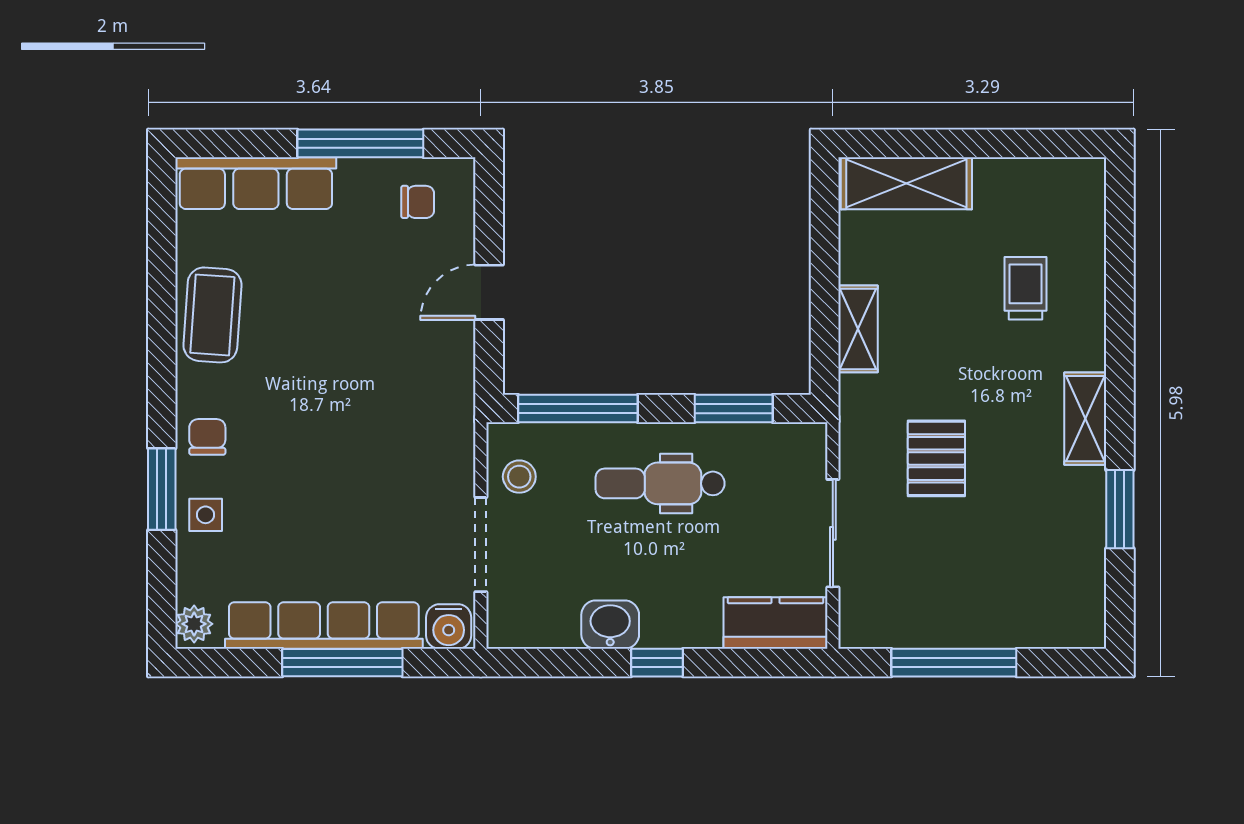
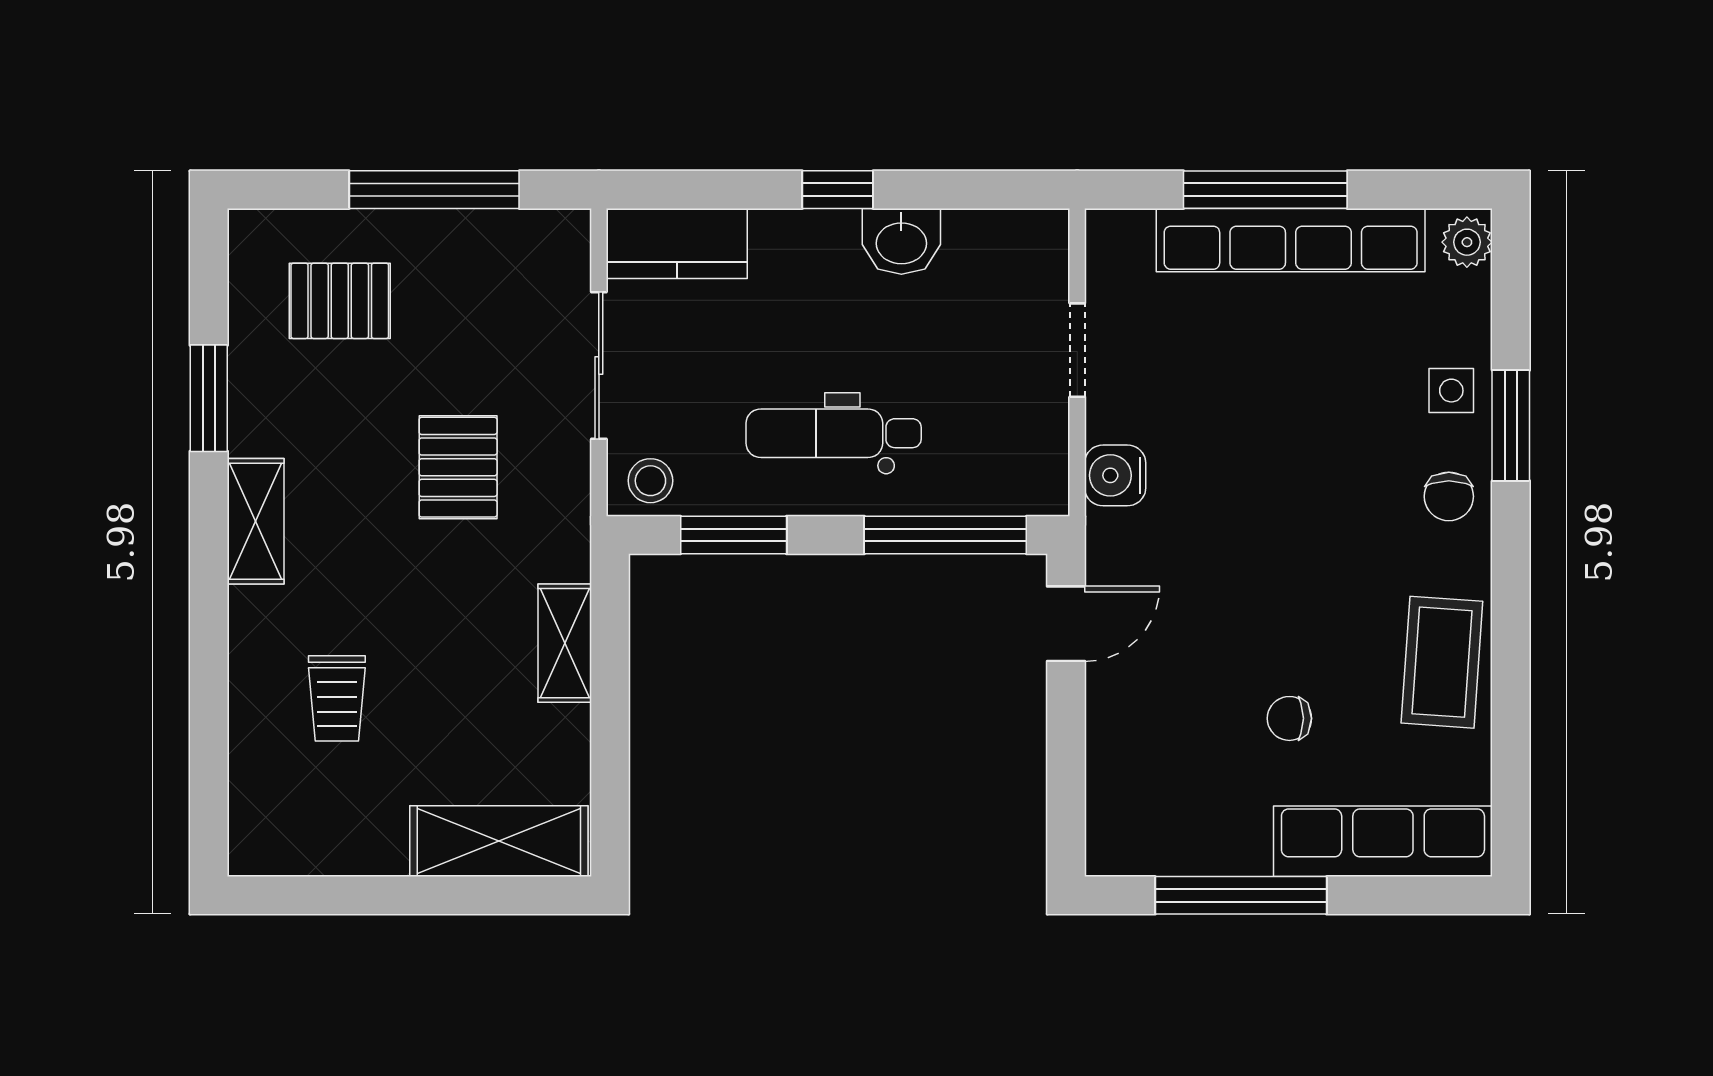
chair: (418, 202) -> (1289, 718), moved
door: (489, 292) -> (1066, 624), moved
stool: (519, 477) -> (650, 481), moved
dental chair: (660, 483) -> (834, 433), turned 180
doorway: (481, 545) -> (1077, 350), width x0.73
pallet: (1023, 581) -> (340, 301), added
water cooler: (449, 626) -> (1115, 475), moved, turned -90

